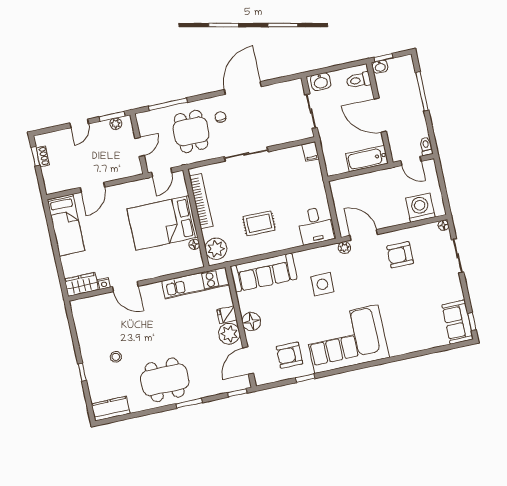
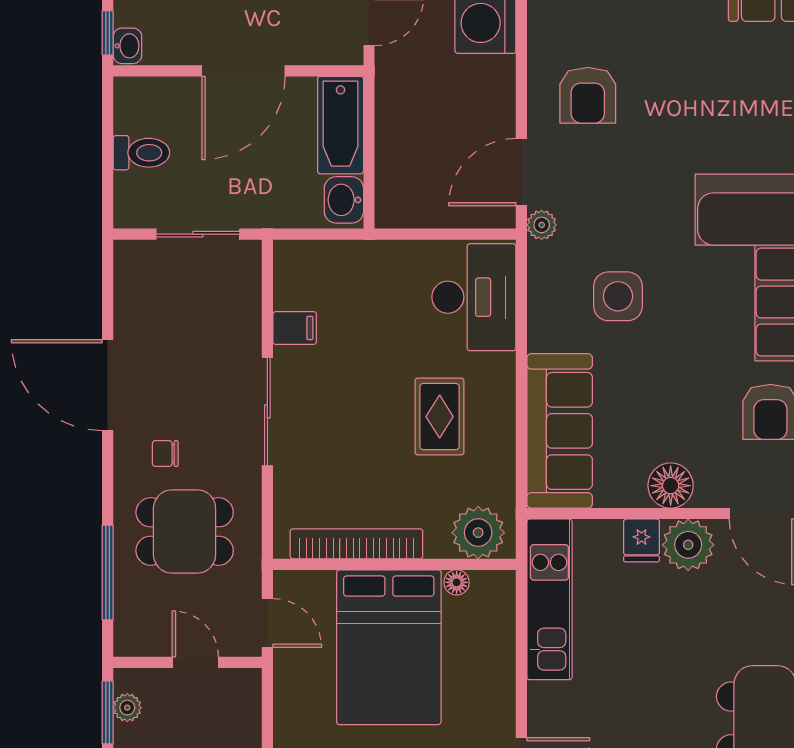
toilet: (359, 80) -> (141, 153), moved, turned -90
washbasin: (321, 82) -> (344, 200), moved, turned 180
filing cabinet: (311, 152) -> (295, 328), moved
desk: (315, 225) -> (474, 297), width x1.37

